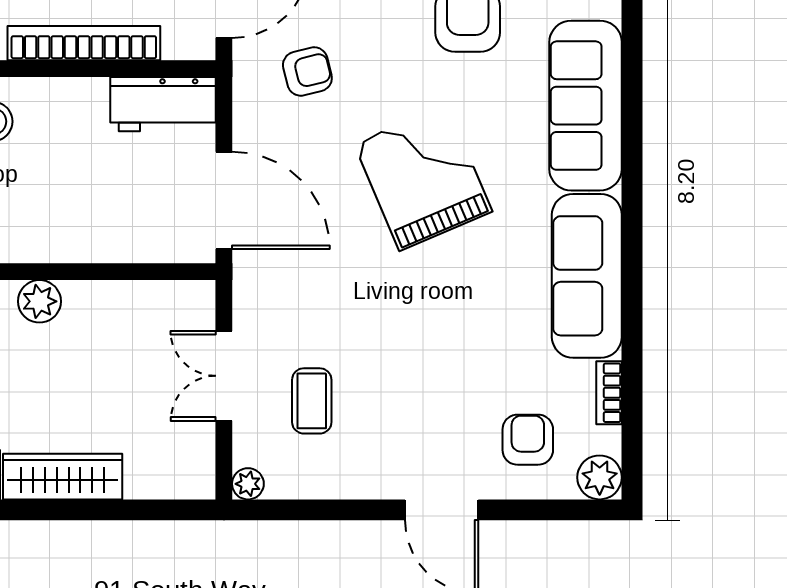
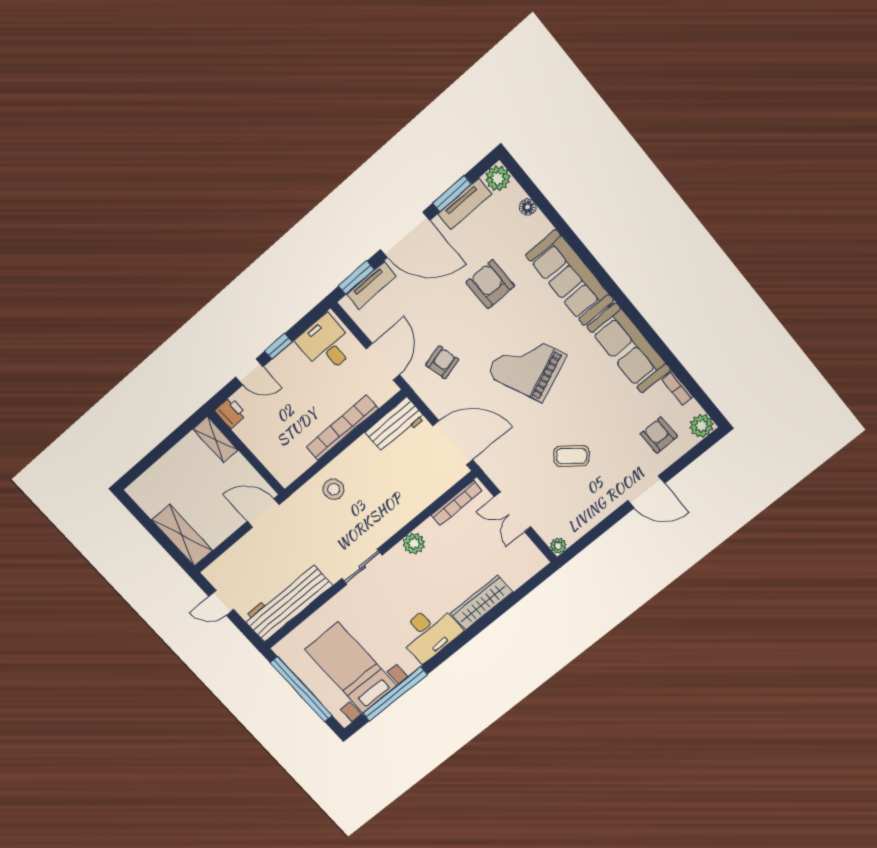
bookcase: (155, 293) -> (457, 503), added
coffee table: (312, 401) -> (572, 456), moved, turned -51

